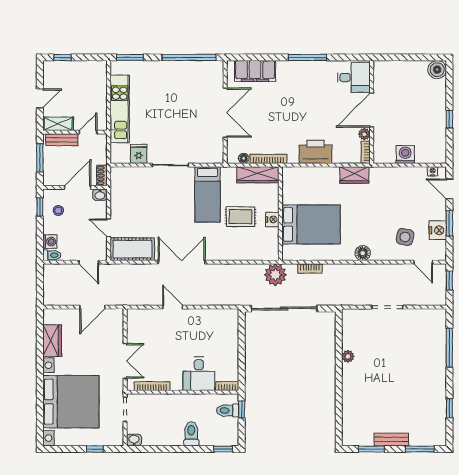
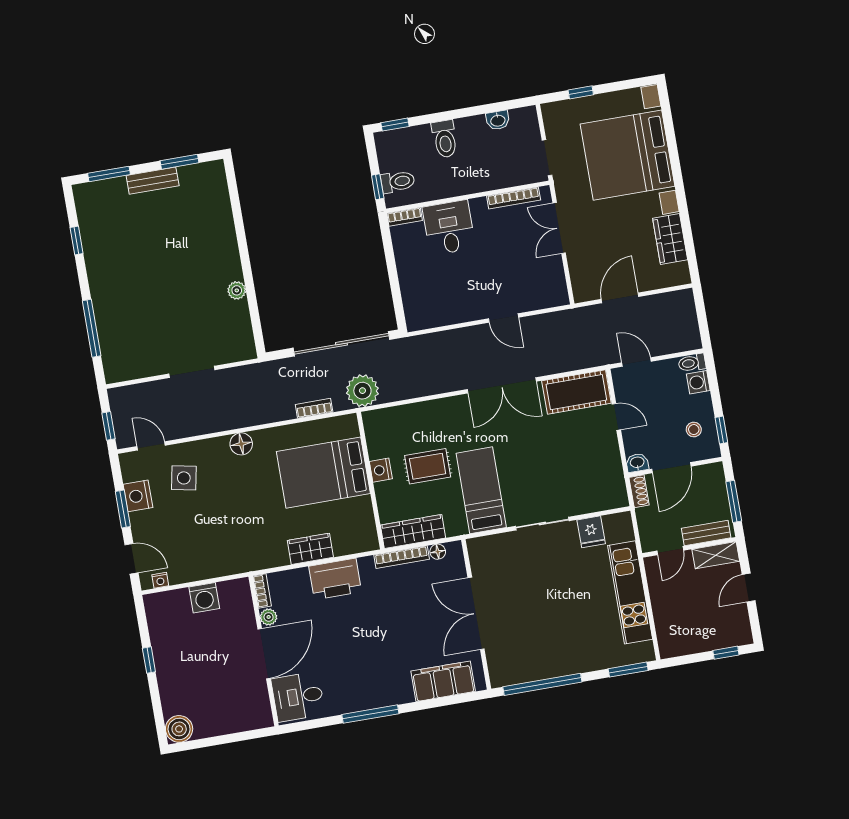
wardrobe: (354, 175) -> (310, 549), moved
washbasin: (134, 440) -> (498, 120), moved

